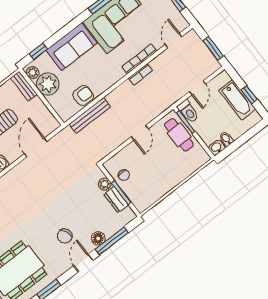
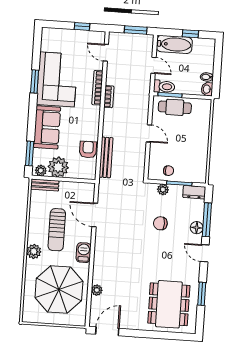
window: (38, 51) -> (30, 153), width x1.50
bathtub: (237, 100) -> (174, 44), moved
dresser: (116, 200) -> (194, 192), moved
chair: (65, 236) -> (160, 223), moved, turned 114

